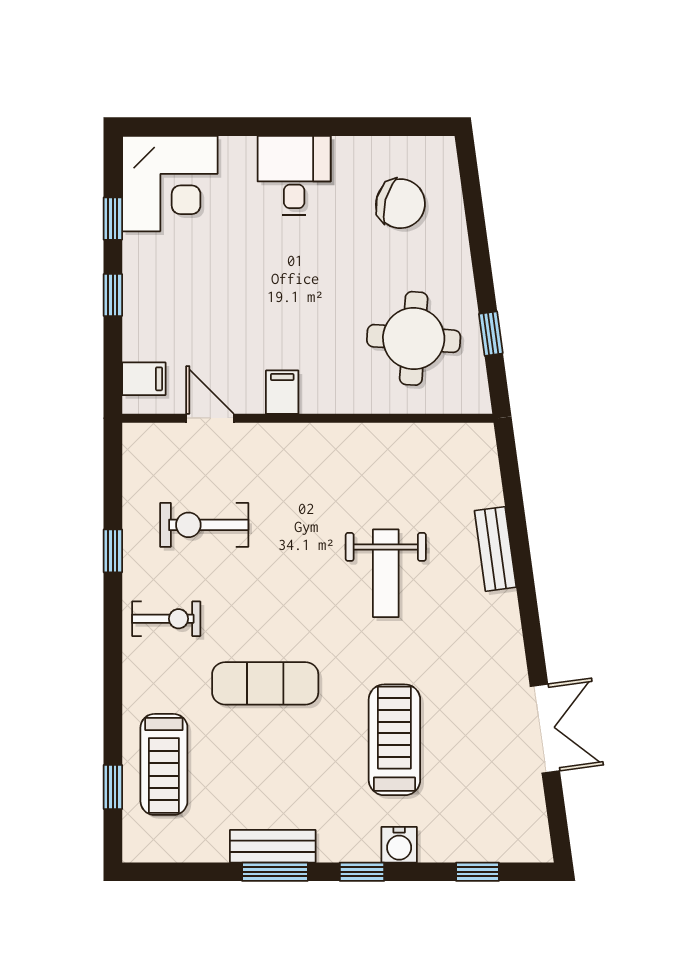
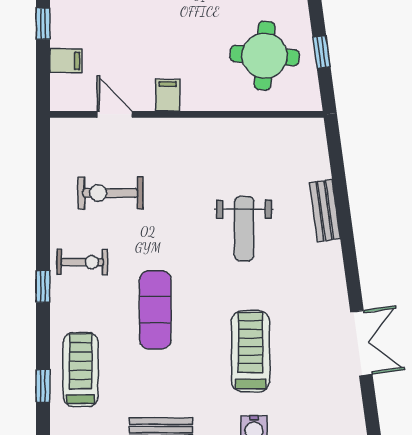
filing cabinet: (144, 379) -> (66, 61), moved
window: (113, 551) -> (43, 286), moved
exercise mat: (265, 683) -> (155, 310), turned 90
treadmill: (164, 764) -> (81, 369), turned 180

